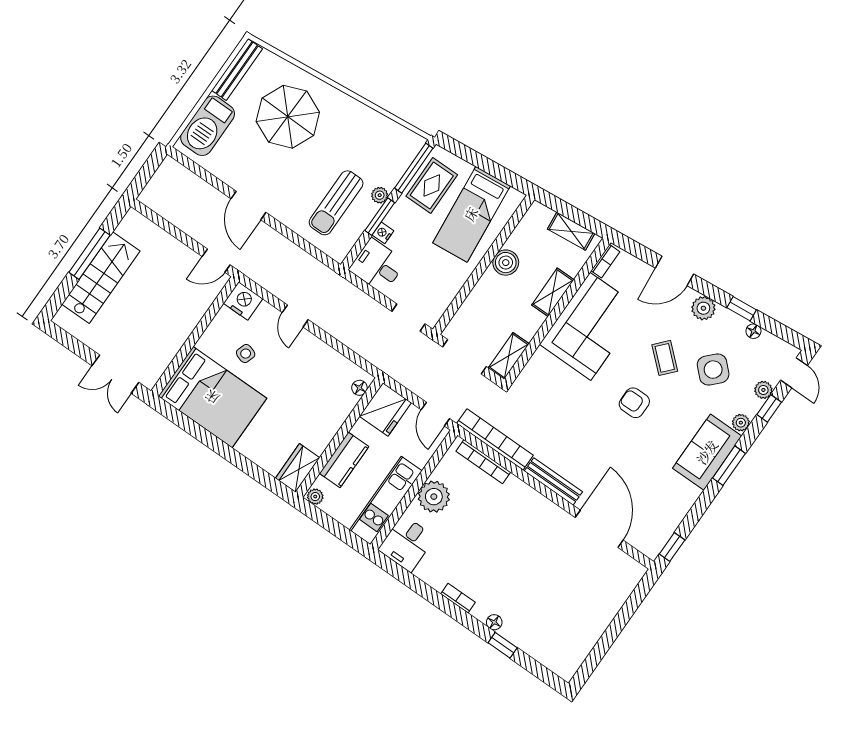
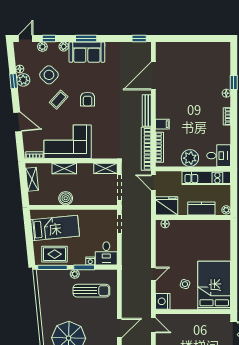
plant: (703, 308) -> (23, 80), moved
door: (435, 414) -> (153, 183), swing flipped
wardrobe: (298, 468) -> (219, 226), removed
filing cabinet: (515, 491) -> (162, 124), added

